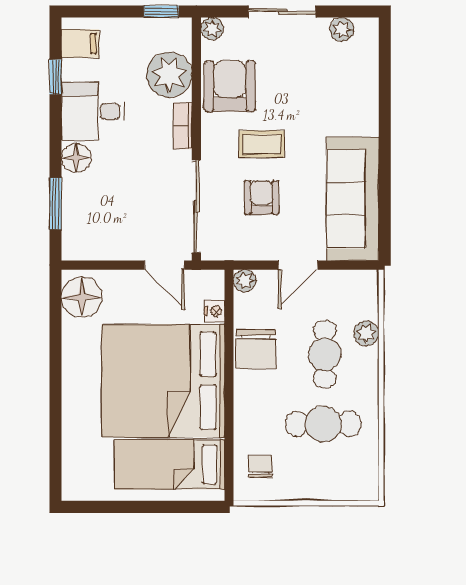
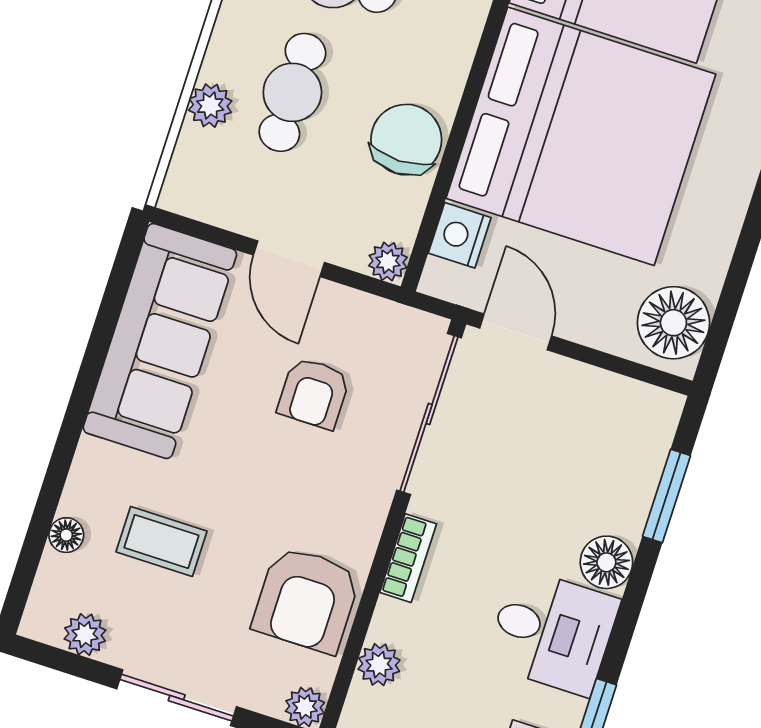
plant: (169, 75) -> (379, 665), width x0.53, depth x0.53
floor lamp: (369, 79) -> (66, 535), added
coffee table: (262, 144) -> (161, 541), moved
door: (298, 265) -> (289, 259), swing flipped
nightstand: (214, 311) -> (460, 235), width x1.39, depth x1.35

